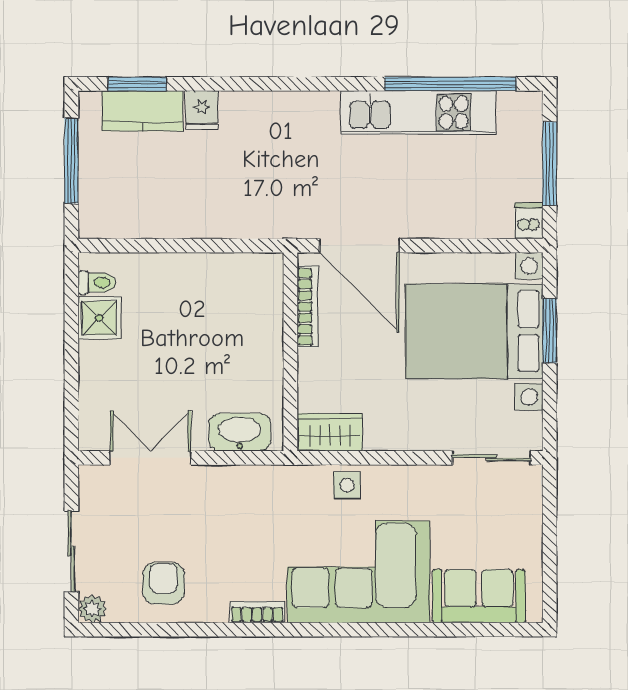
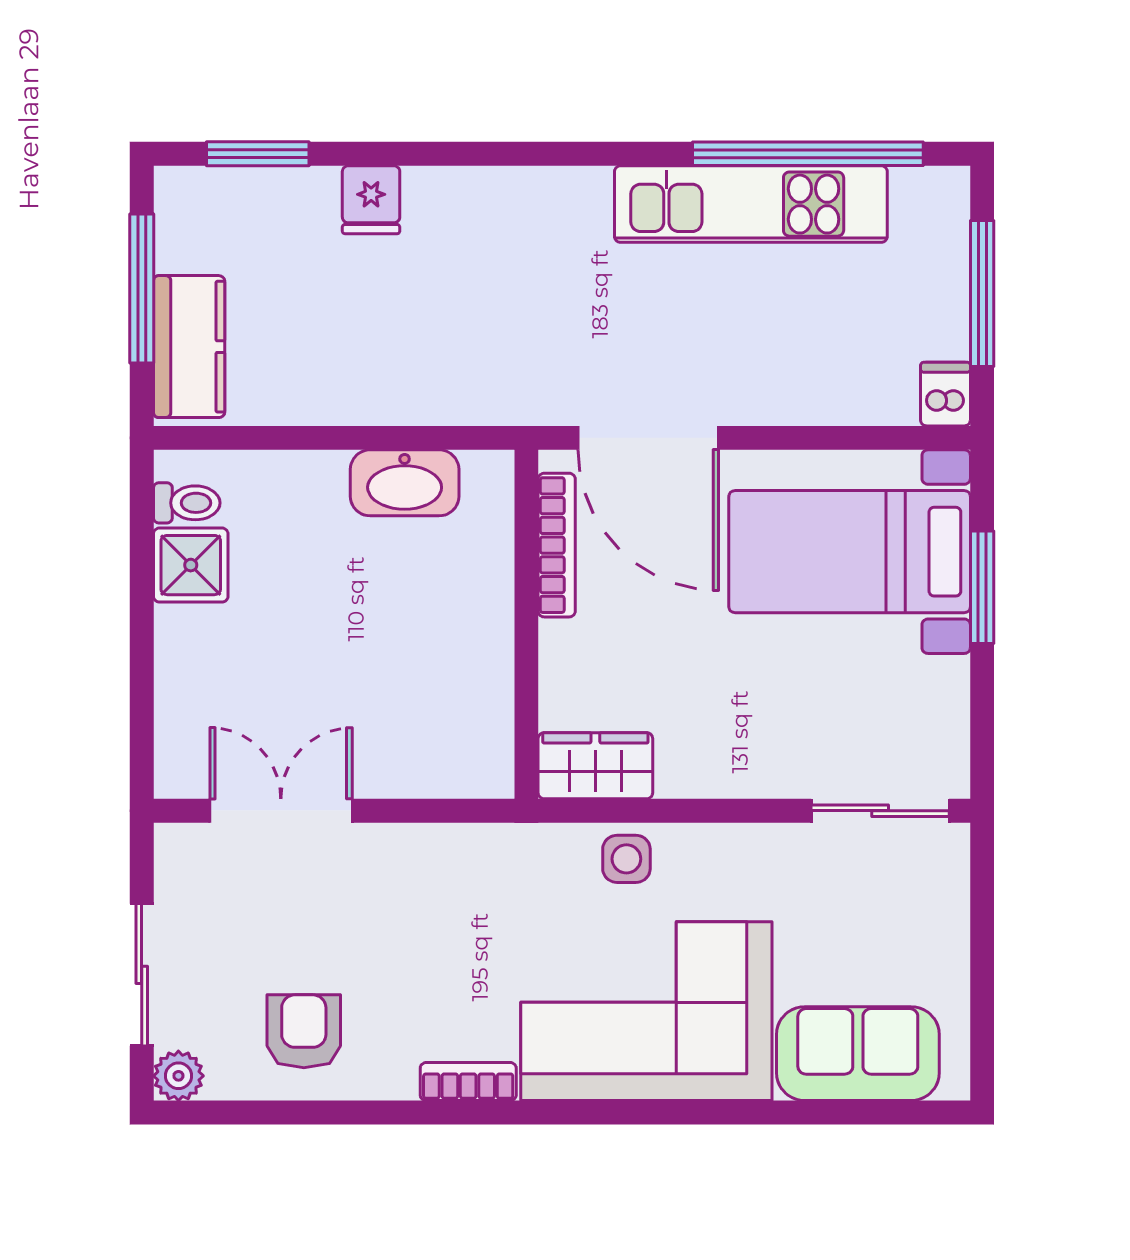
kitchen counter: (142, 111) -> (189, 347), moved, turned -90
bed with nightstands: (474, 331) -> (850, 552), width x0.73
washbasin: (240, 432) -> (405, 483), moved, turned 180

